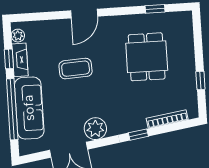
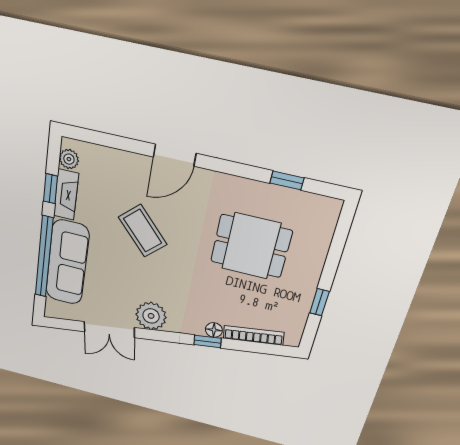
dining table: (147, 57) -> (251, 246), turned 90
coffee table: (76, 69) -> (143, 231), turned 50
floor lamp: (140, 124) -> (214, 330), added

